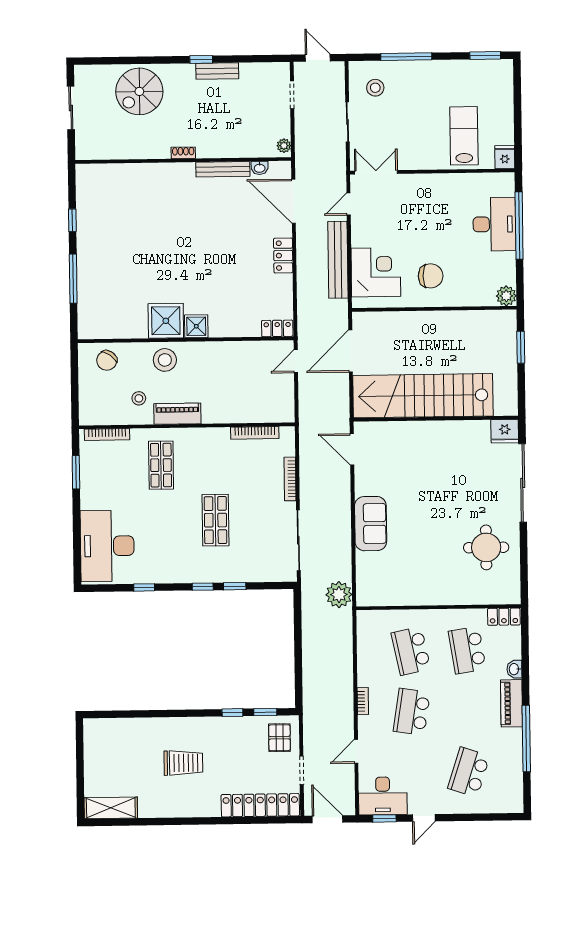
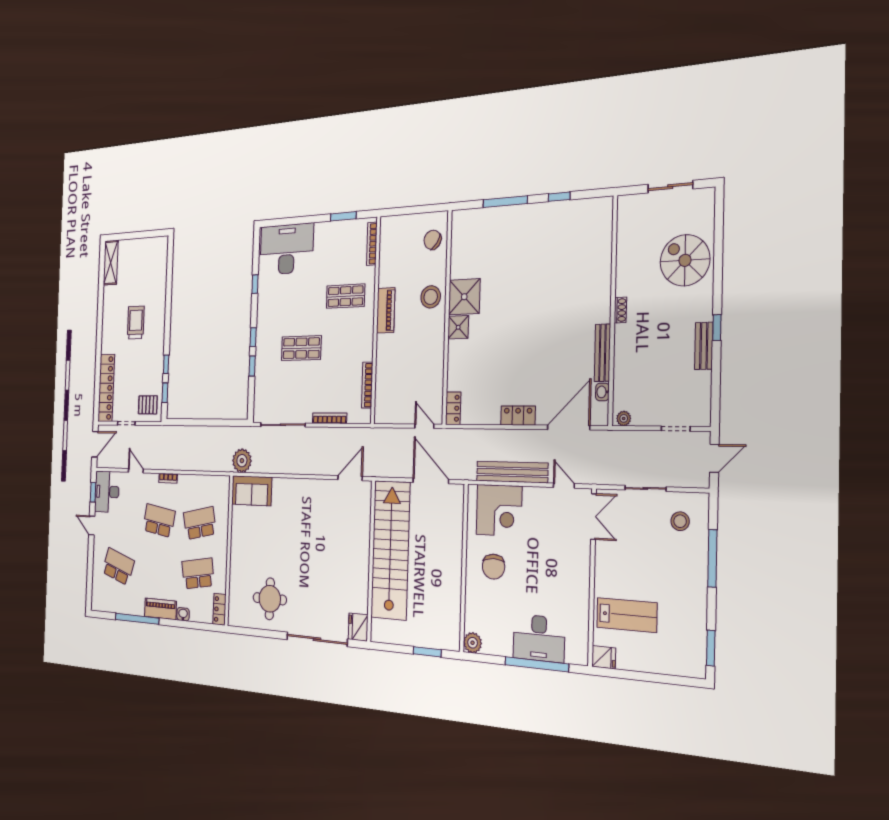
stool: (139, 398) -> (400, 273), removed
sofa: (371, 524) -> (252, 491), moved
trolley: (183, 763) -> (136, 323), turned 180

